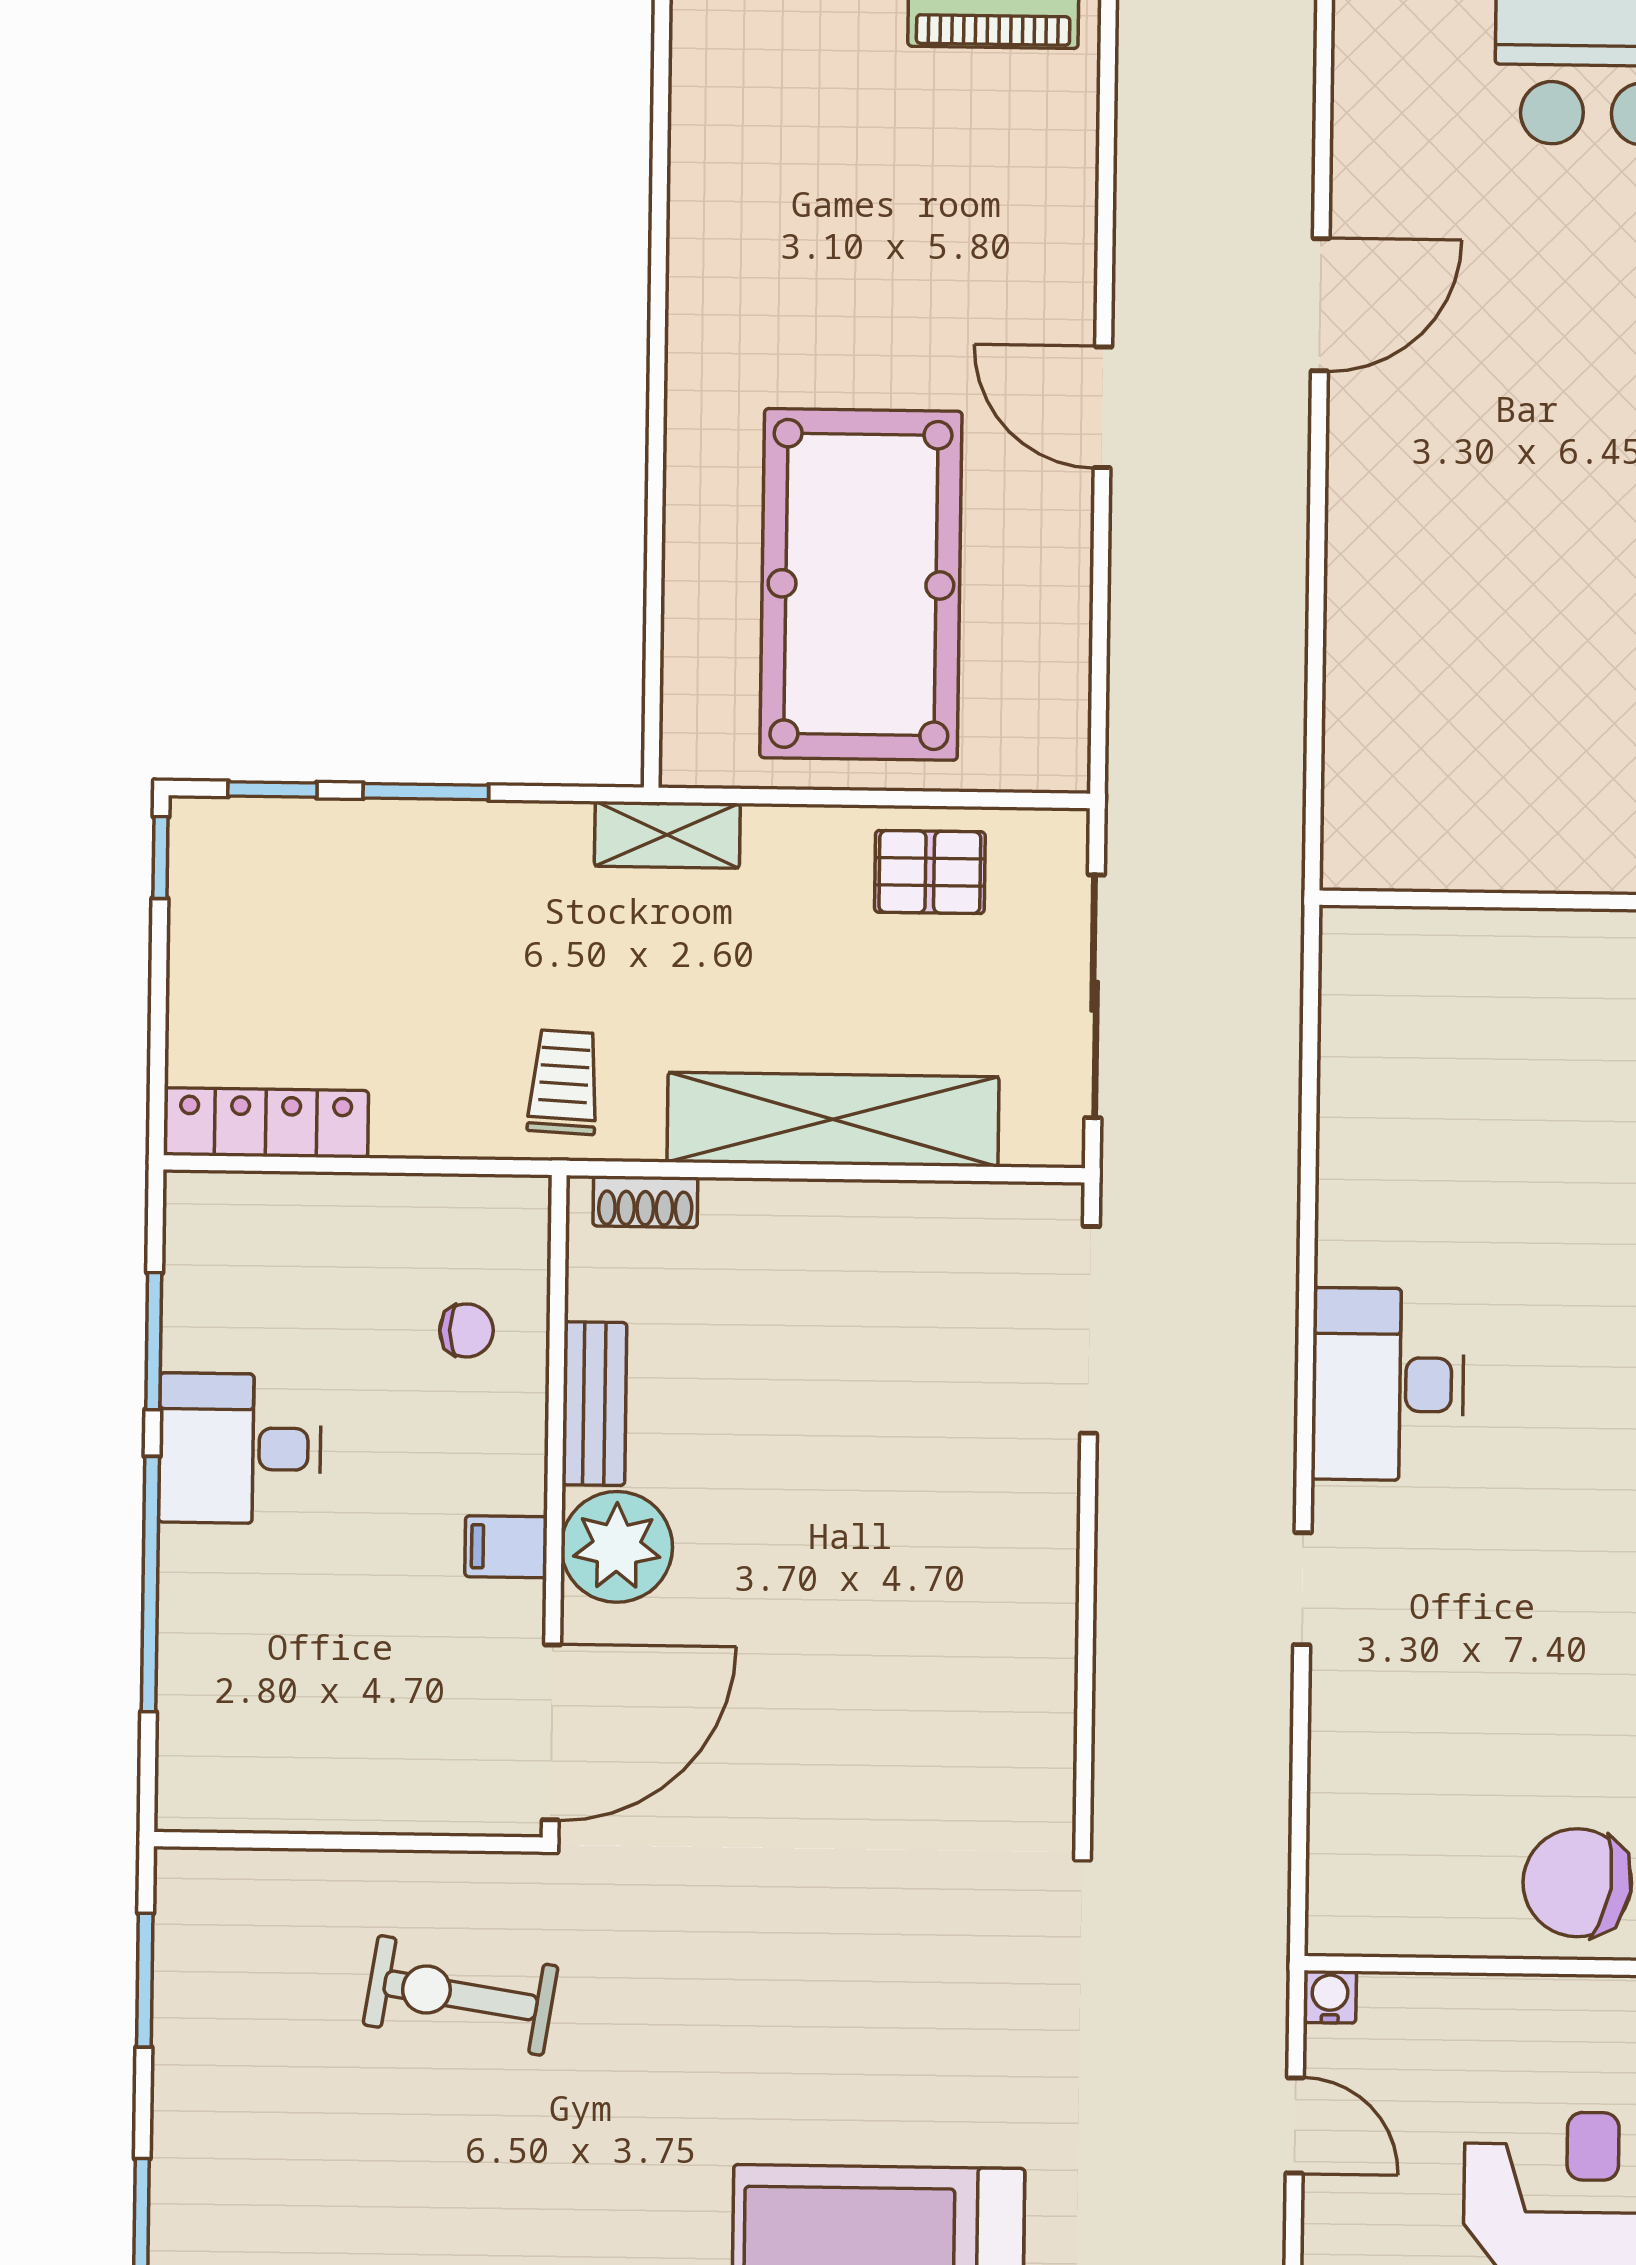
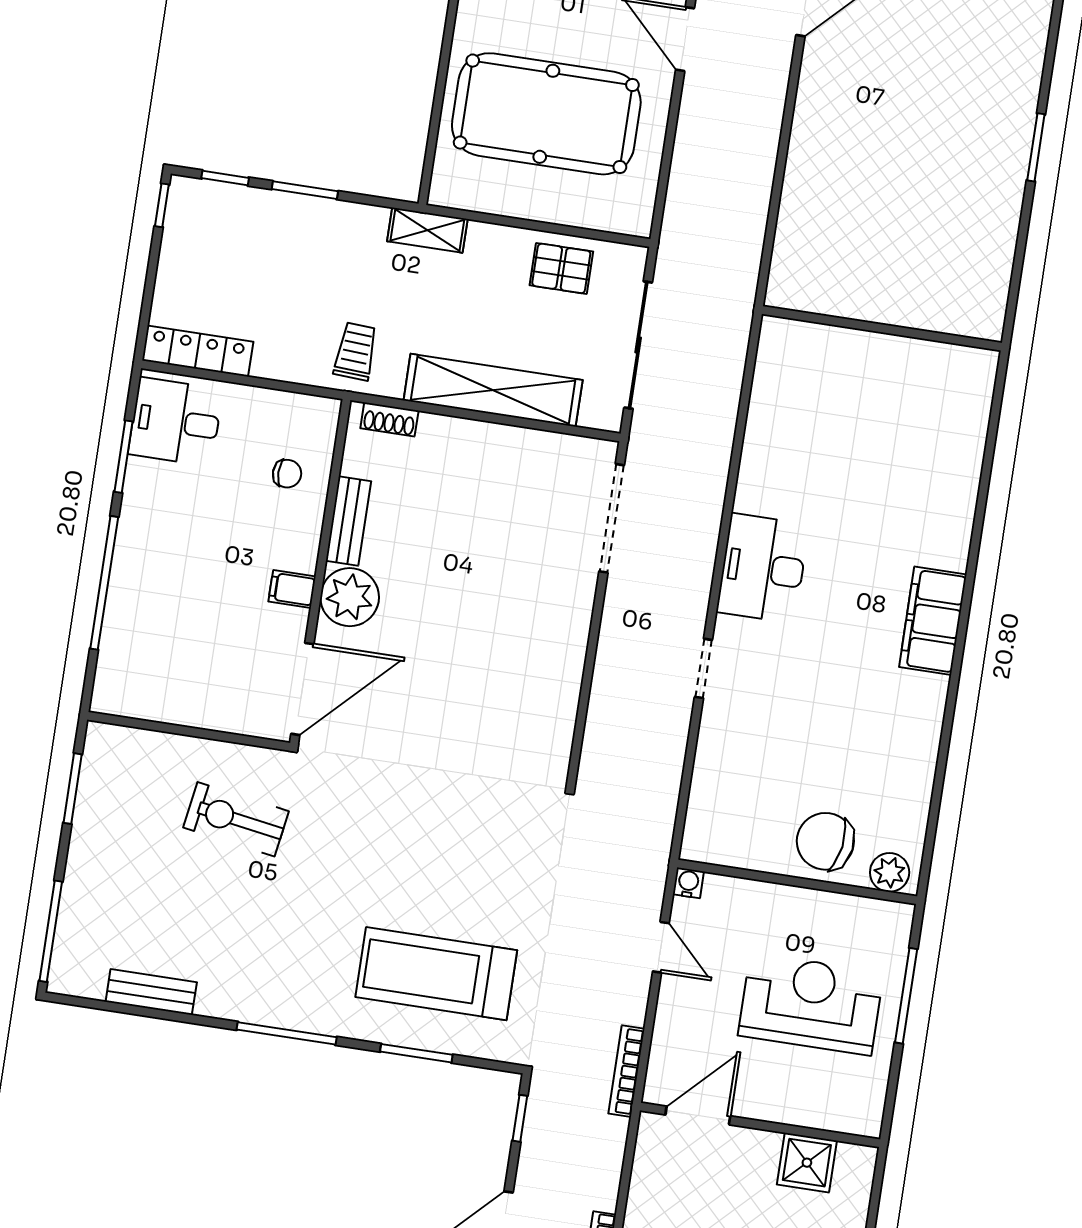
pool table: (861, 584) -> (546, 114), turned 90
desk: (240, 1449) -> (175, 422), moved

